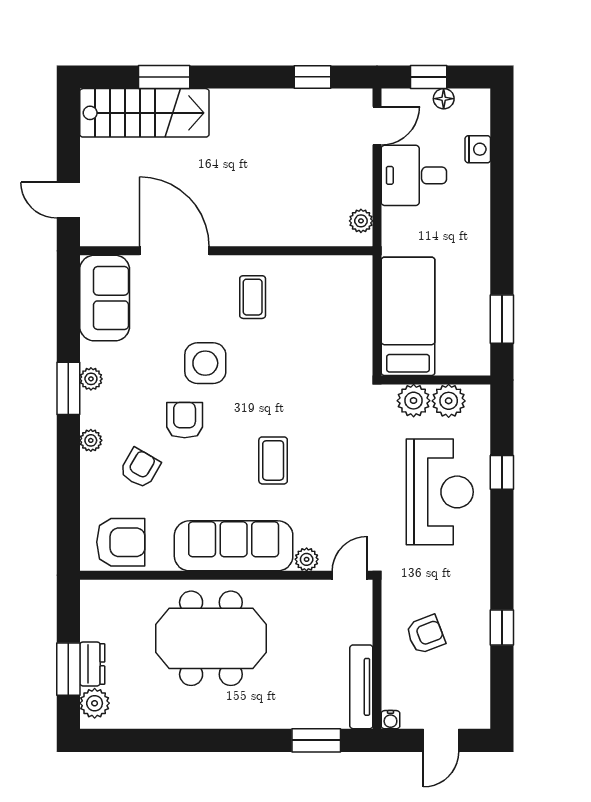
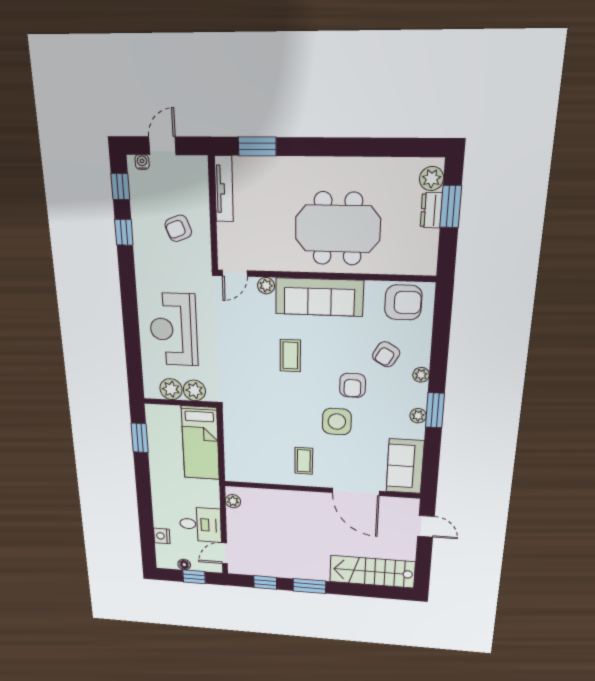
window: (164, 77) -> (309, 586), moved
window: (502, 472) -> (120, 186), moved
armchair: (121, 542) -> (403, 302), turned 180
water cooler: (390, 720) -> (142, 162), moved

